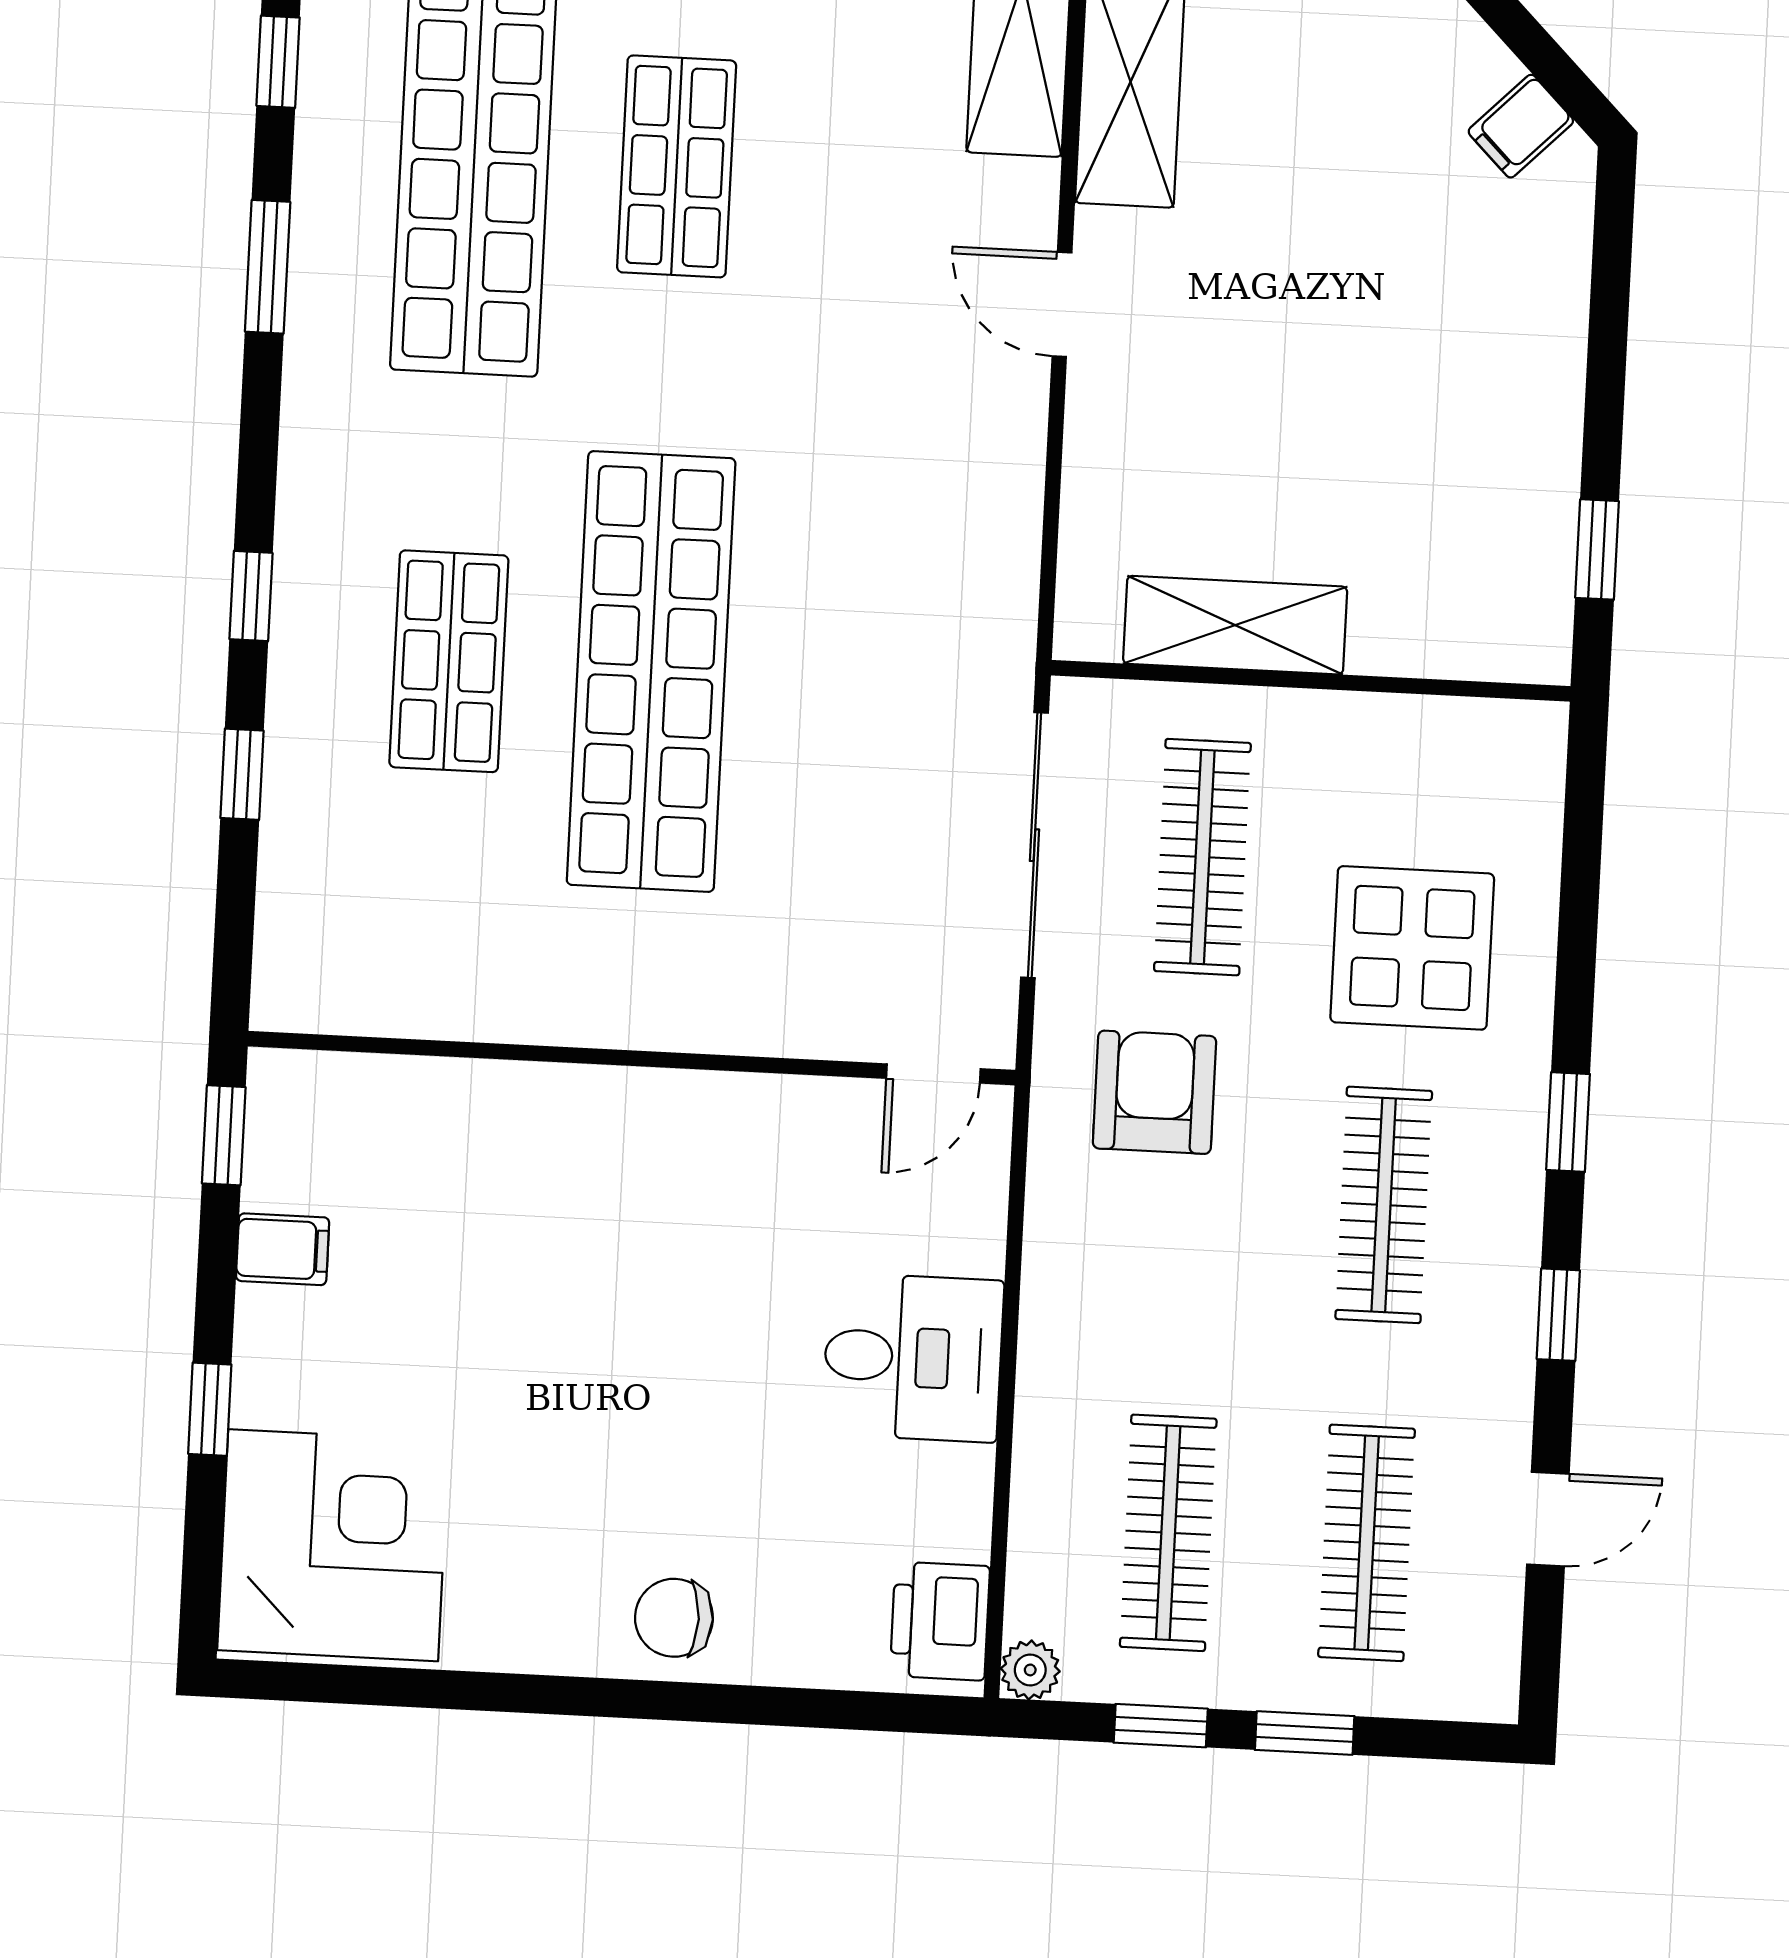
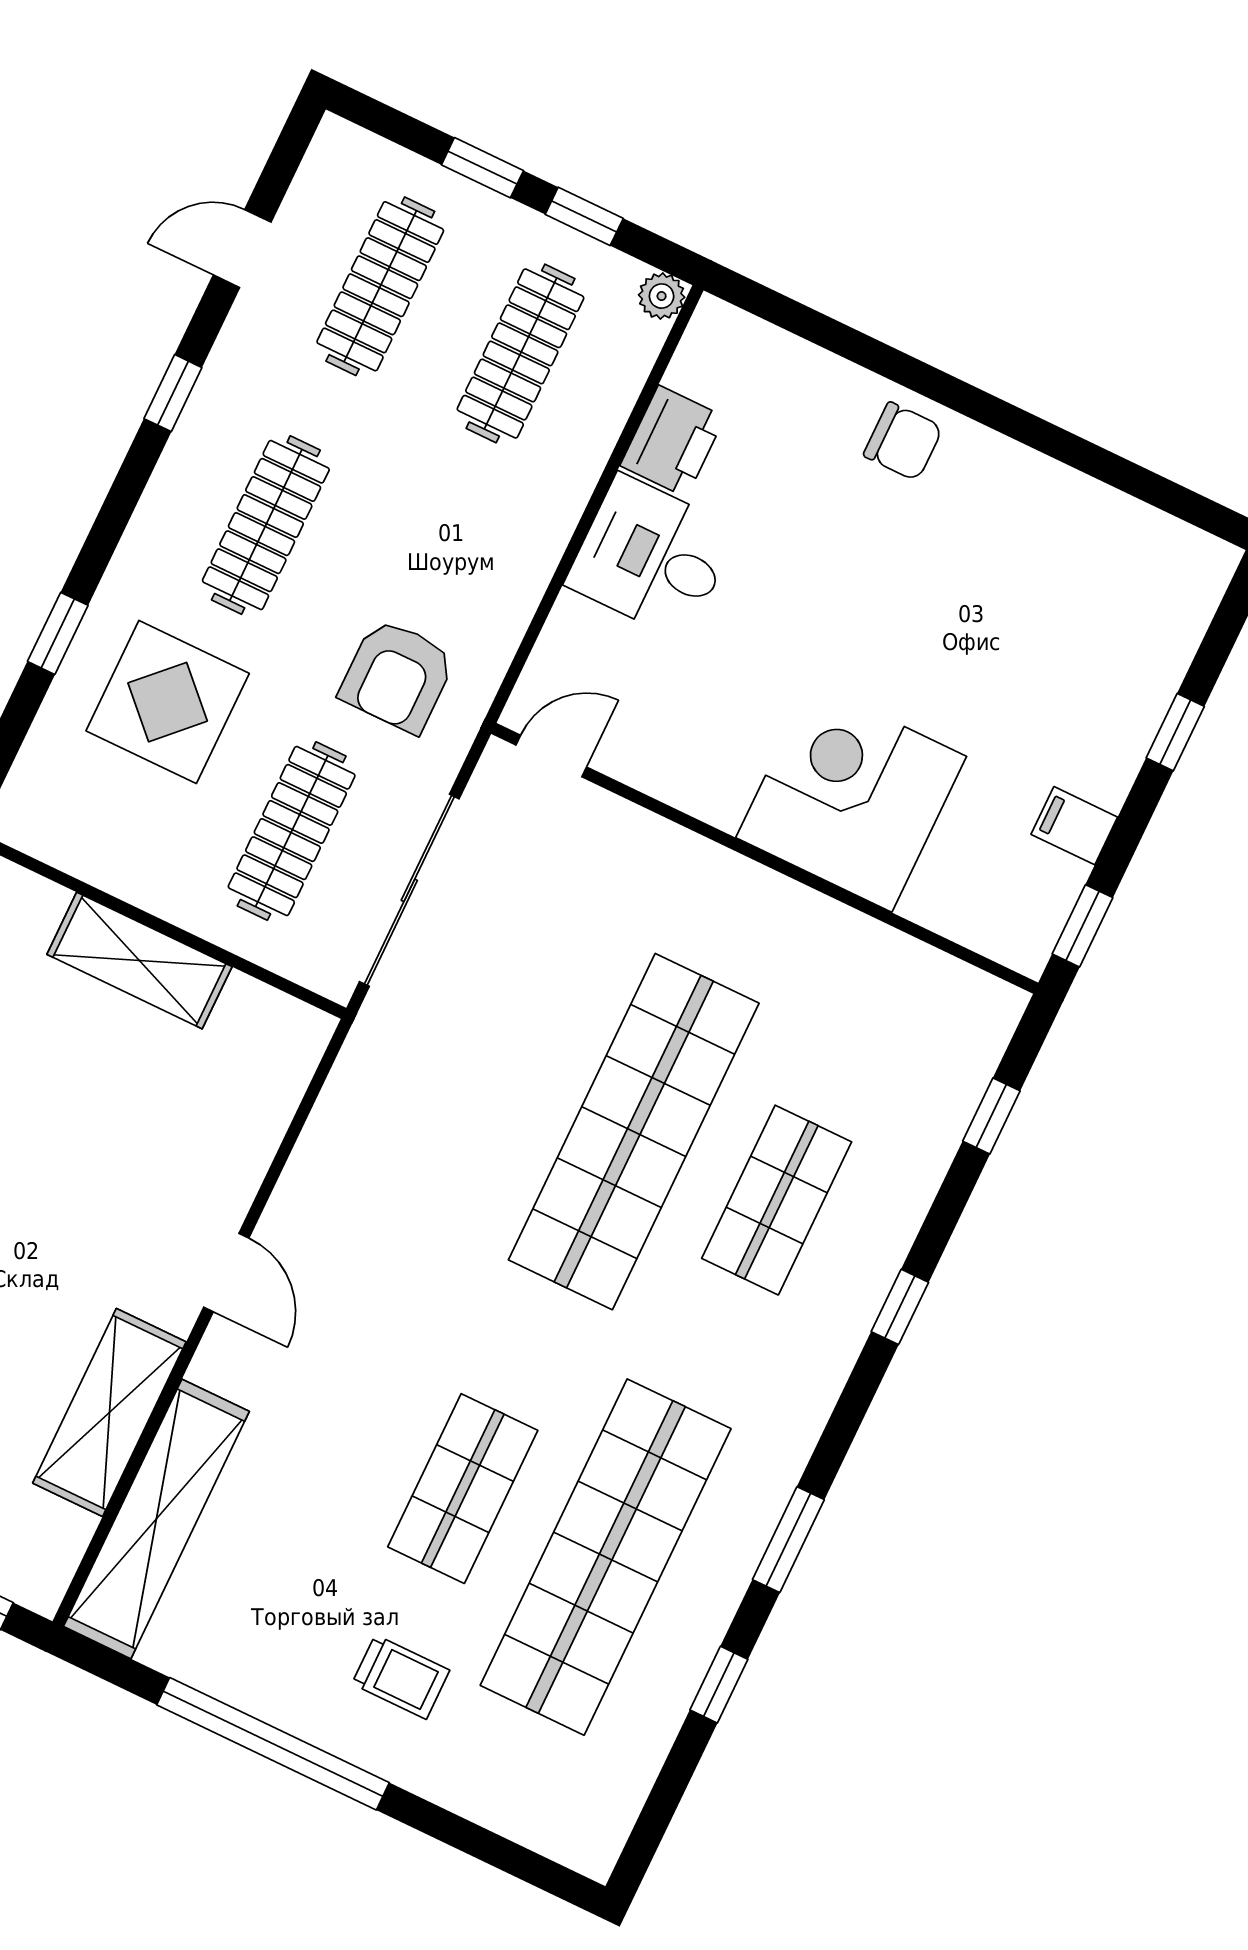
shelving: (1235, 625) -> (139, 961), moved
window: (242, 774) -> (991, 1116), moved
window: (1568, 1122) -> (58, 633), moved
corner desk: (333, 1545) -> (851, 797), moved, turned 90
printer: (940, 1621) -> (672, 441), moved

